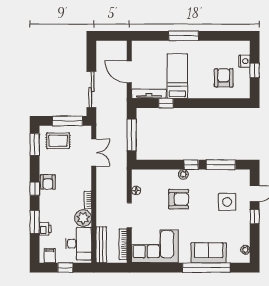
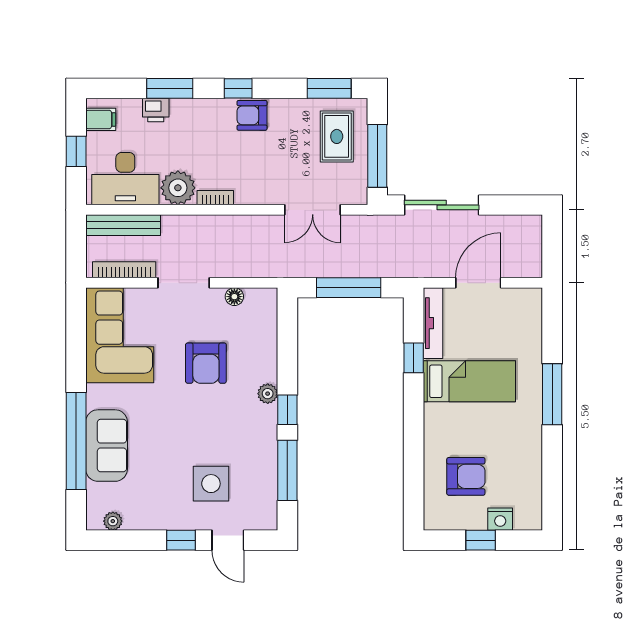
armchair: (179, 199) -> (206, 363), moved

